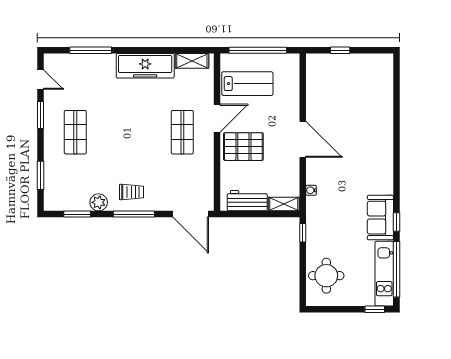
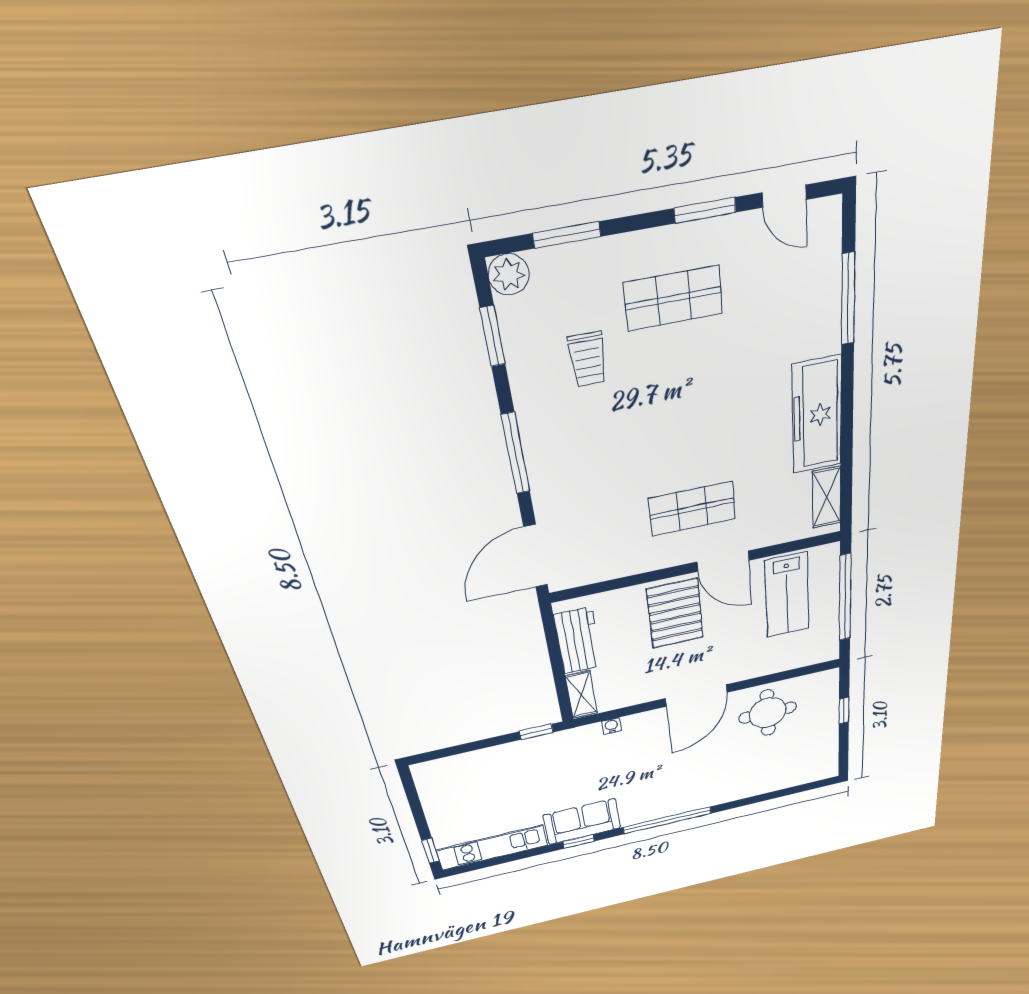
door: (41, 80) -> (784, 196), hinge flipped
trolley: (131, 192) -> (588, 359), moved
plant: (99, 202) -> (509, 274), moved
window: (397, 269) -> (667, 820), moved
round table: (326, 276) -> (768, 713), moved

